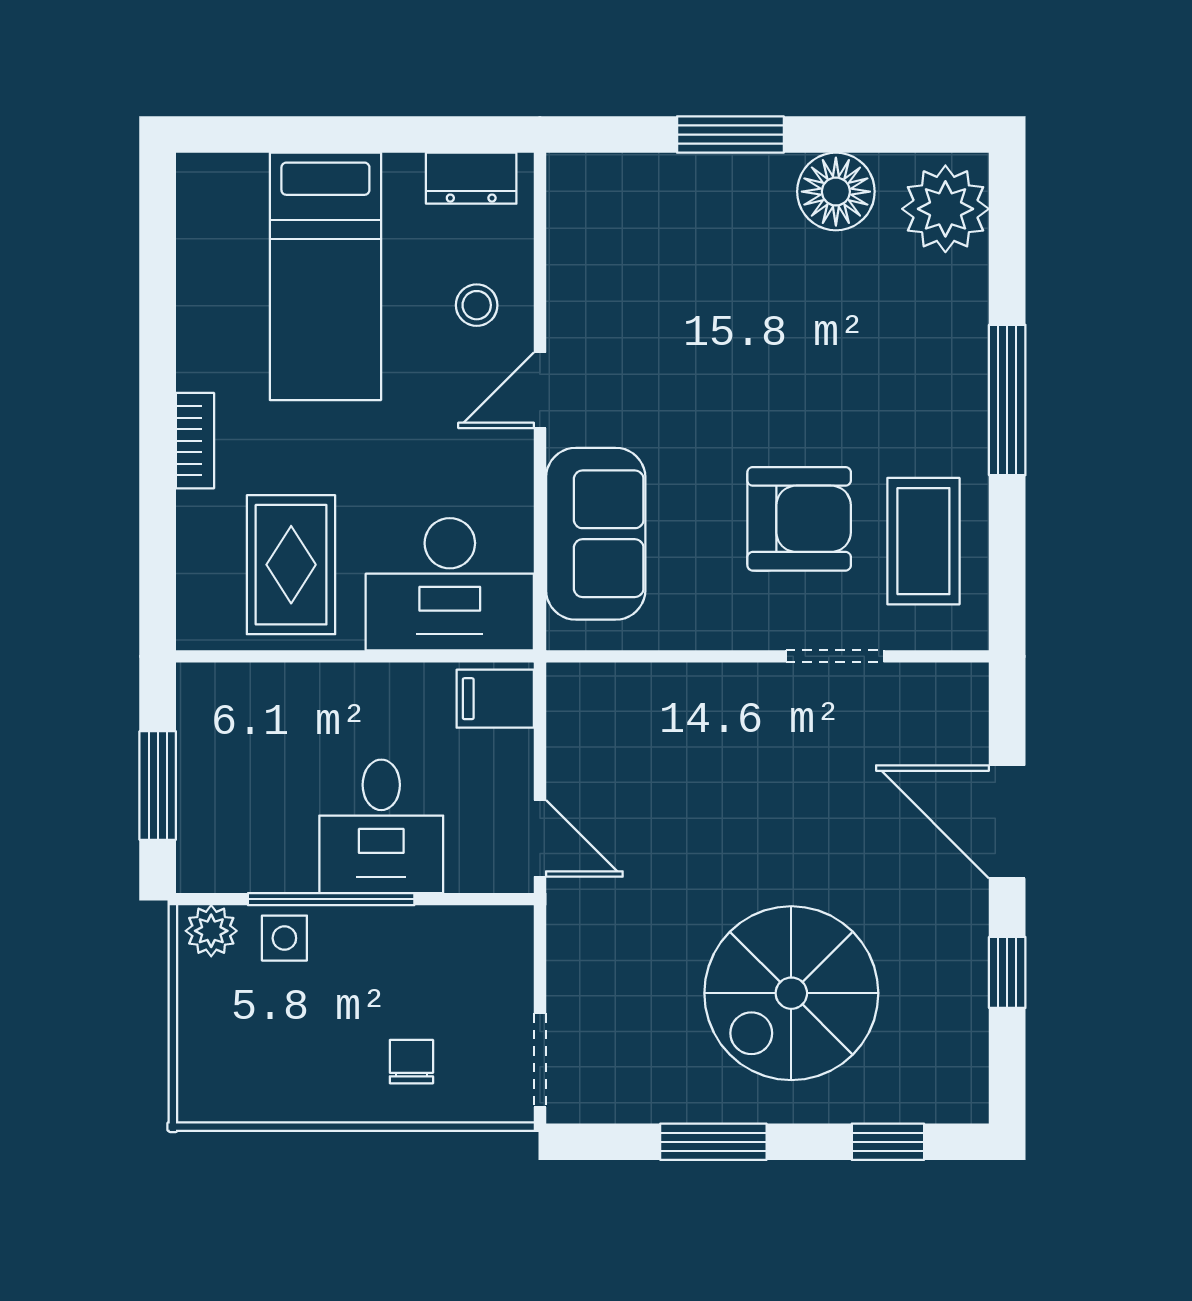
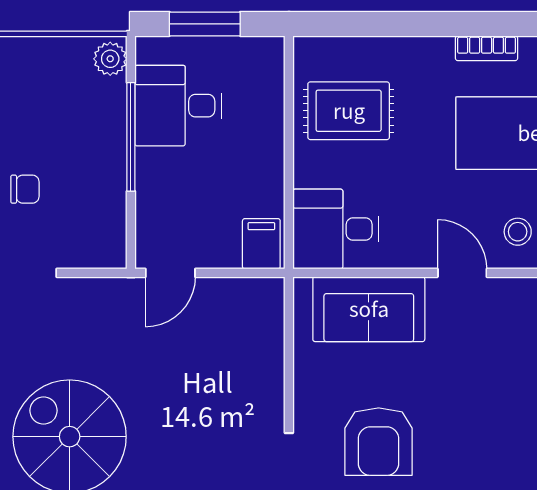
bookcase: (195, 441) -> (487, 48), moved
desk: (450, 584) -> (336, 229), width x0.73
desk: (381, 826) -> (178, 106), moved
side table: (284, 938) -> (105, 106), removed

